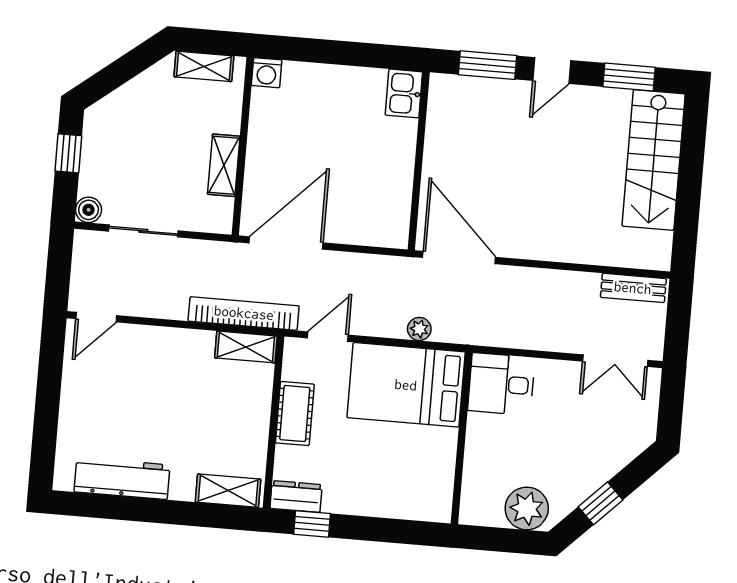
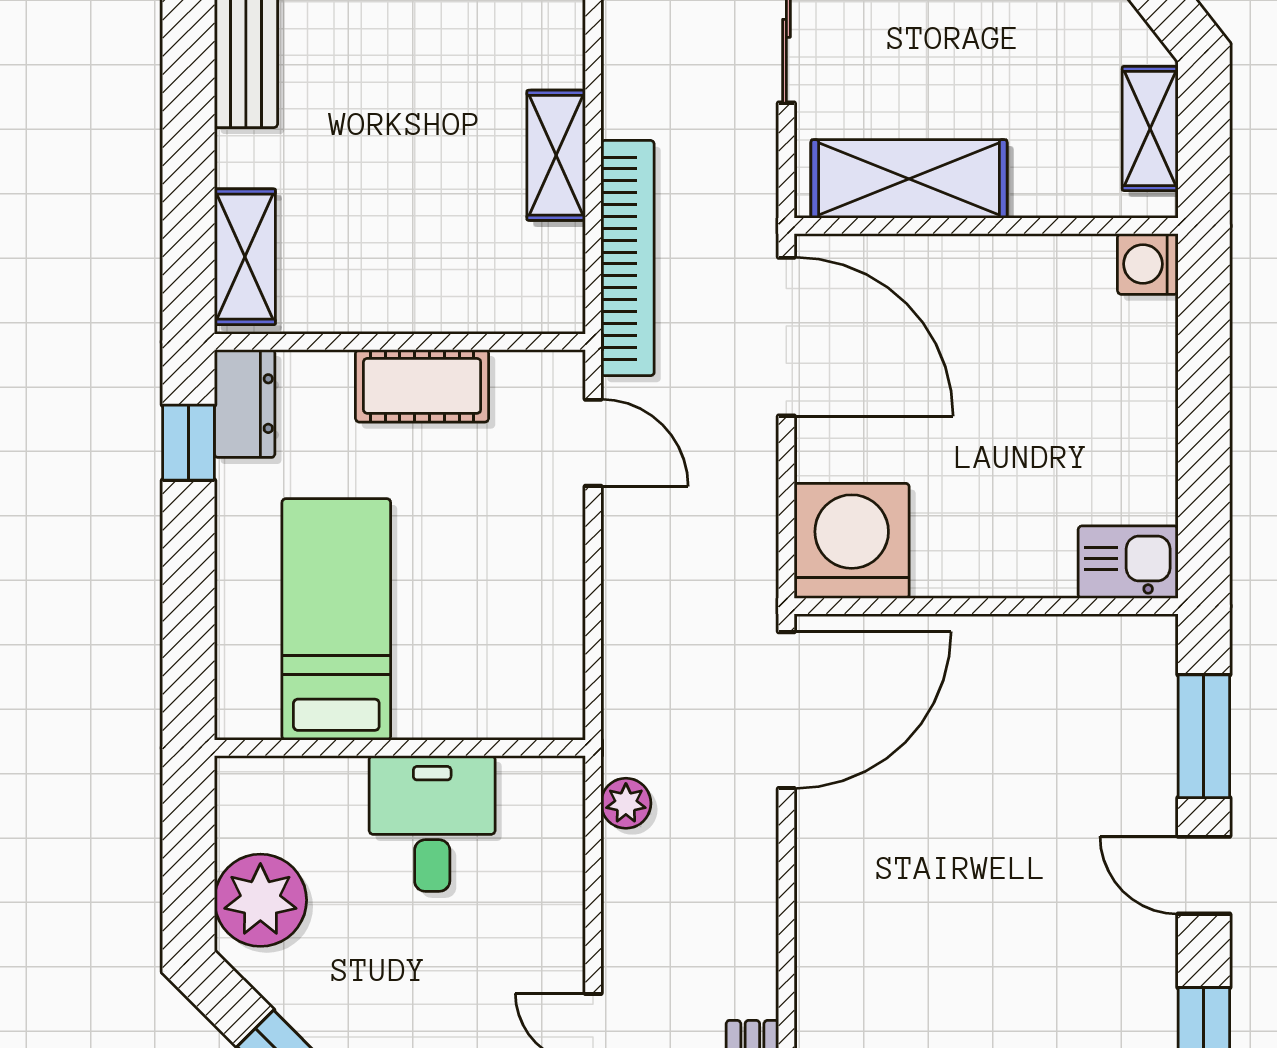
shelving: (224, 165) -> (909, 179), width x1.50, depth x1.33
washing machine: (383, 221) -> (852, 541), added
plant: (419, 329) -> (626, 803), moved
shelving: (246, 347) -> (556, 155), moved
desk: (501, 384) -> (432, 823), moved
bed: (406, 385) -> (336, 619), moved, width x0.67

